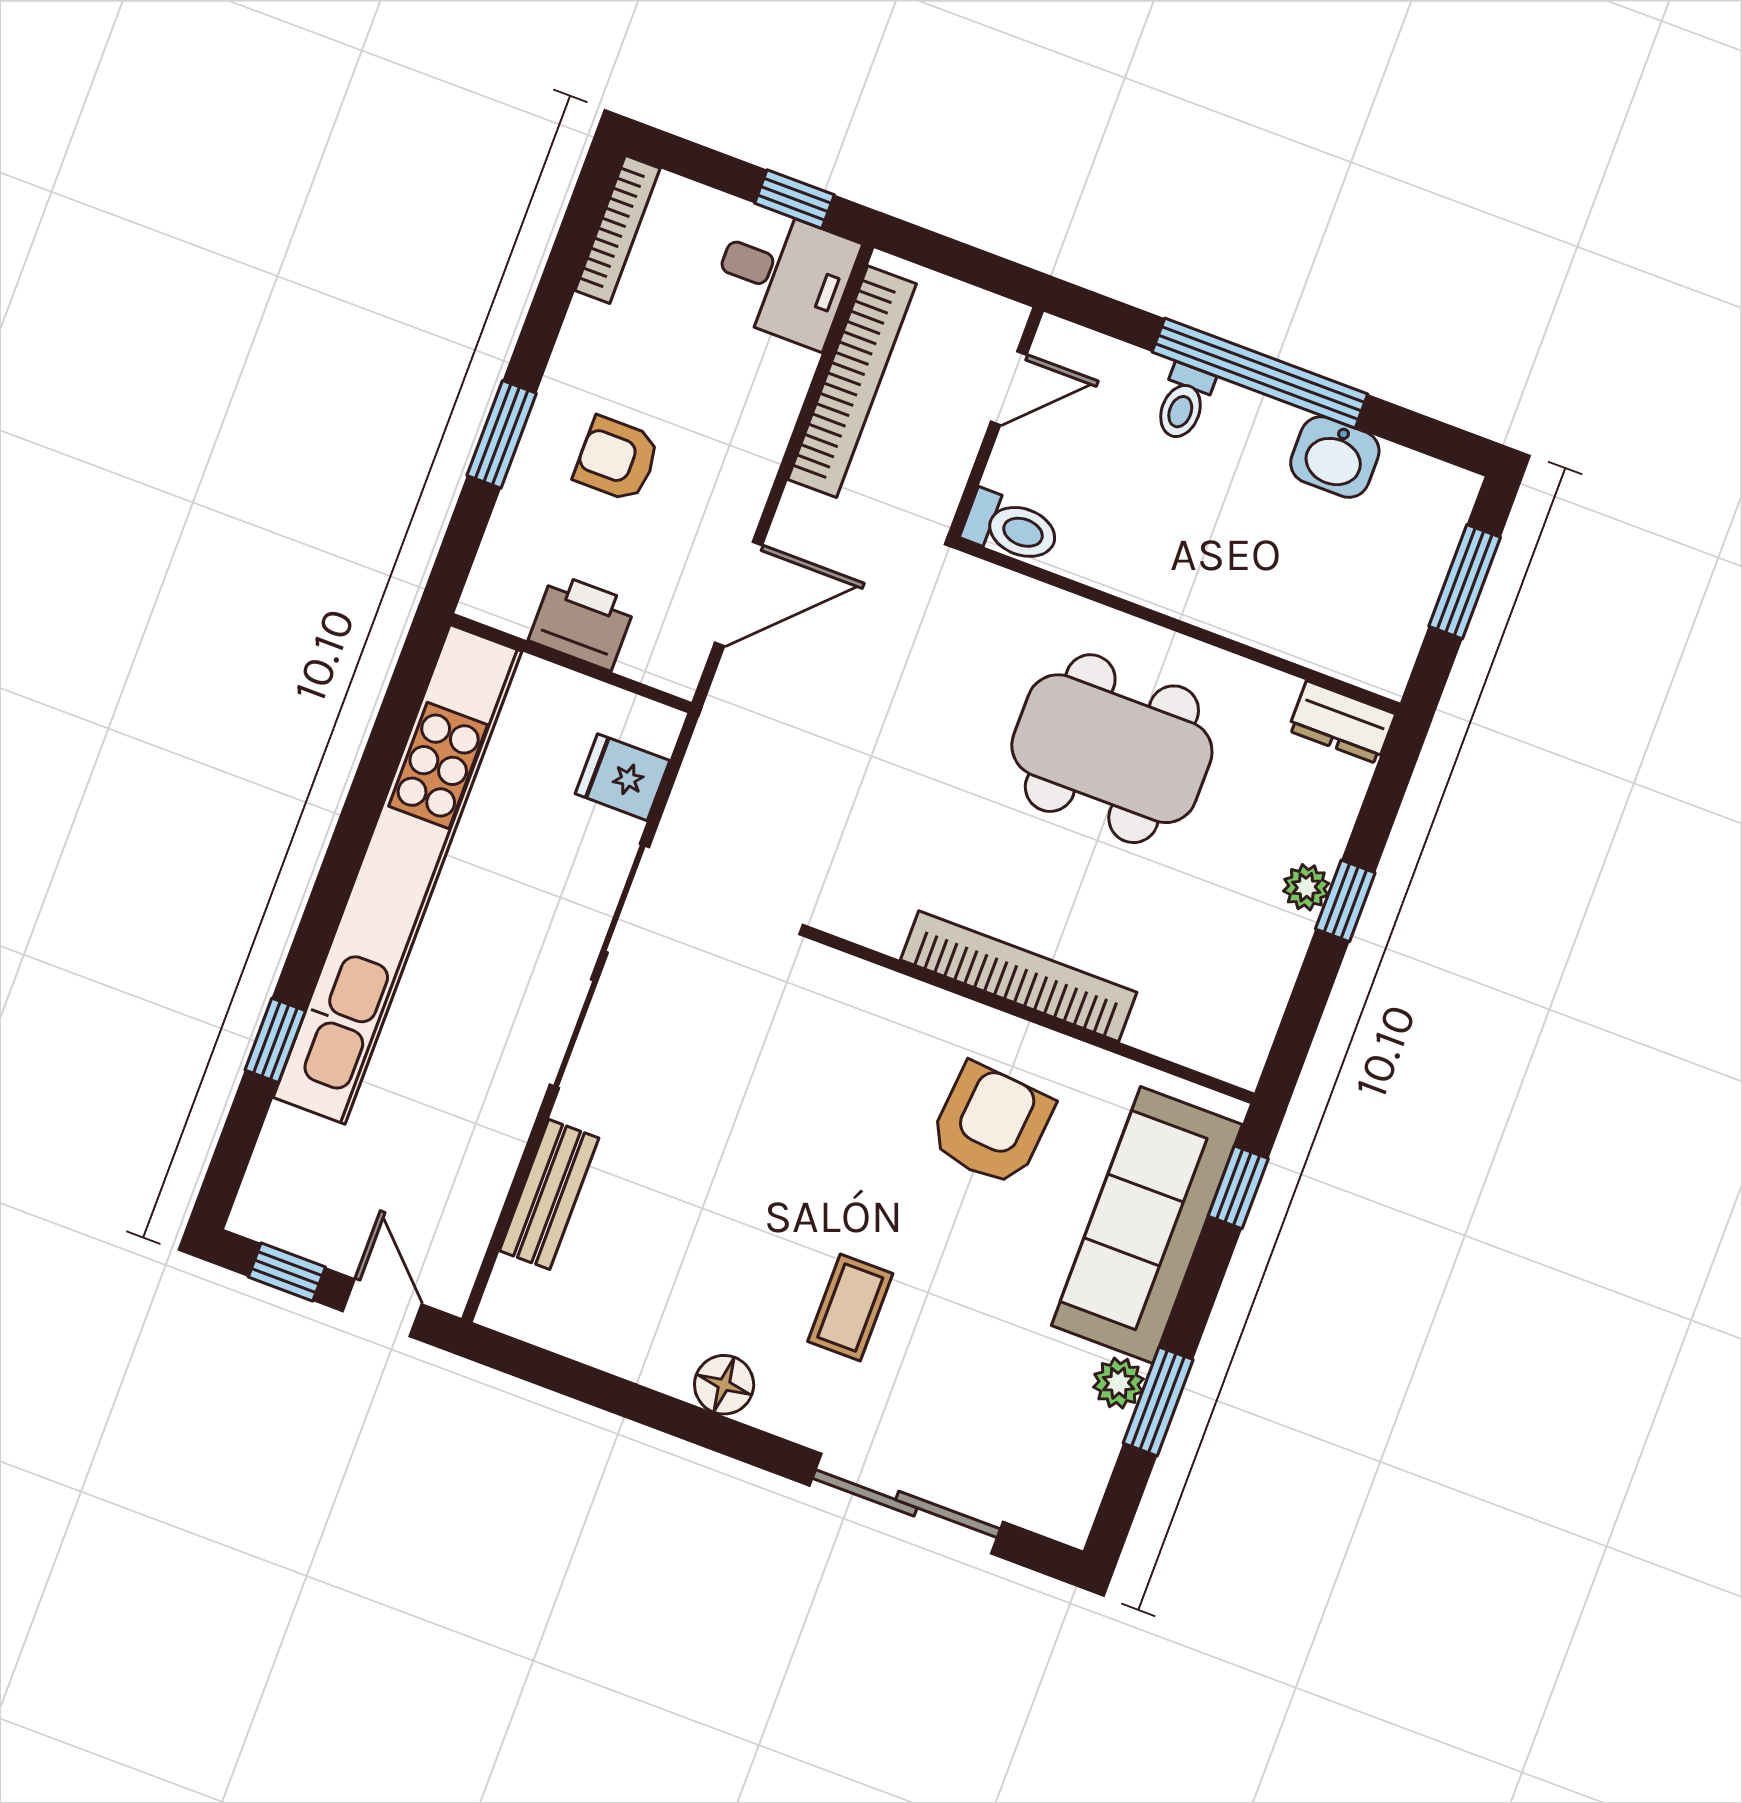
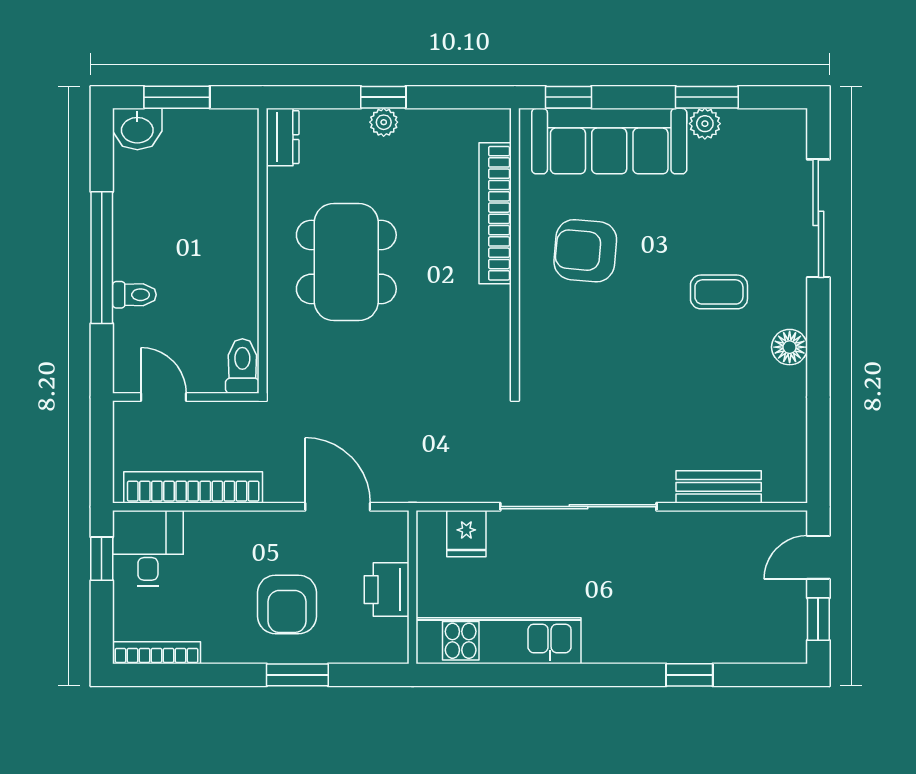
washbasin: (1335, 457) -> (137, 129), moved, turned 90
armchair: (617, 459) -> (287, 604), width x1.38, depth x1.38
kitchen unit: (397, 874) -> (499, 641), width x0.54
bookcase: (1019, 976) -> (495, 213), moved

